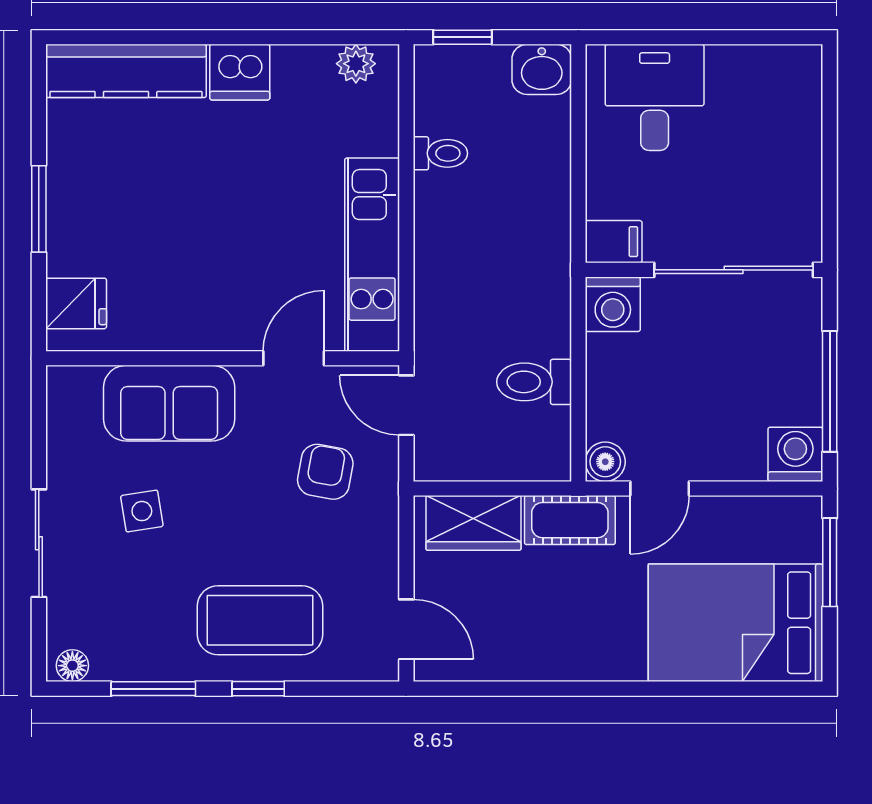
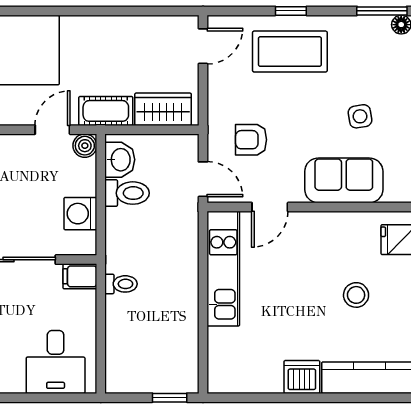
plant: (356, 64) -> (233, 382), removed
washbasin: (542, 69) -> (120, 160), moved, turned 90
toilet: (440, 153) -> (121, 284), moved, turned 180
stool: (149, 210) -> (356, 295), added
washing machine: (613, 304) -> (80, 214), moved, turned -90
armchair: (325, 472) -> (251, 140), turned 80
door: (406, 629) -> (203, 46), swing flipped
window: (153, 689) -> (382, 11), moved

